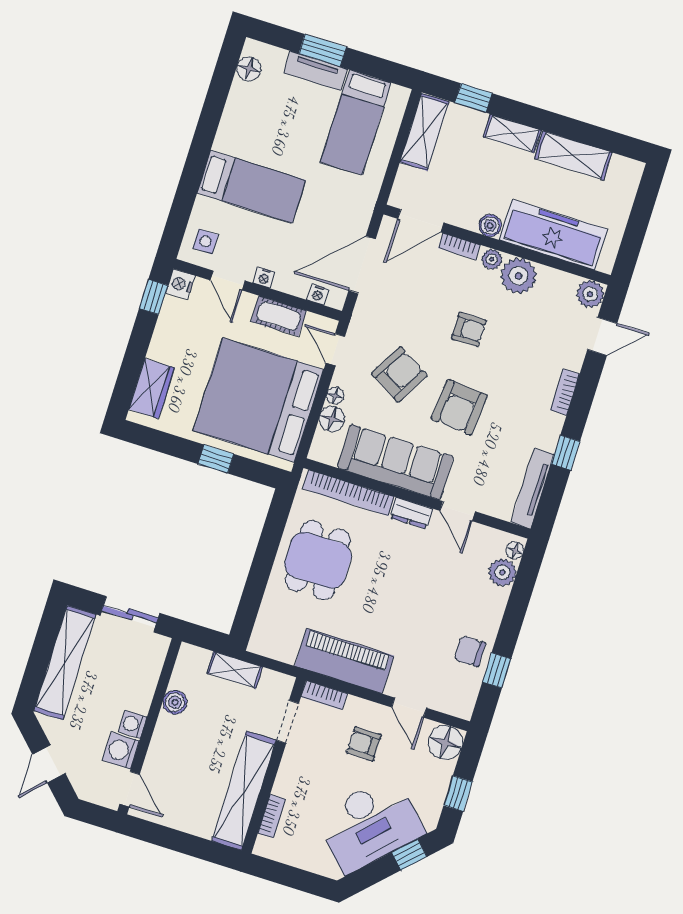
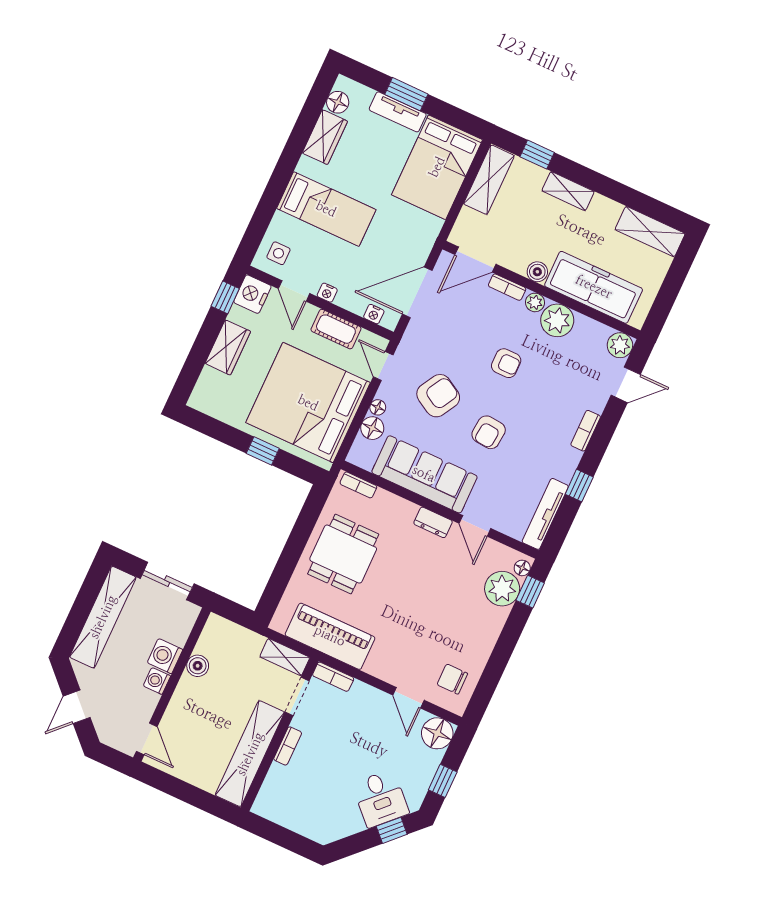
wardrobe: (240, 108) -> (325, 137), added
bed: (356, 122) -> (437, 167), width x1.50
shelving: (573, 155) -> (650, 232), moved
nightstand: (180, 284) -> (252, 294), width x1.36, depth x1.33
wardrobe: (152, 388) -> (228, 347), moved
armchair: (459, 407) -> (489, 432), width x0.72, depth x0.72
bookcase: (348, 493) -> (358, 485), width x0.43, depth x0.76
plant: (502, 572) -> (502, 589), width x1.36, depth x1.36
chair: (470, 651) -> (452, 679), moved
piano: (344, 661) -> (330, 636), moved
shelving: (235, 670) -> (285, 657), moved
window: (497, 670) -> (530, 592), moved
armchair: (364, 744) -> (364, 725), removed
washing machine: (121, 751) -> (165, 656), moved
bookcase: (272, 816) -> (288, 746), moved
desk: (370, 824) -> (381, 798), width x0.53, depth x0.77

